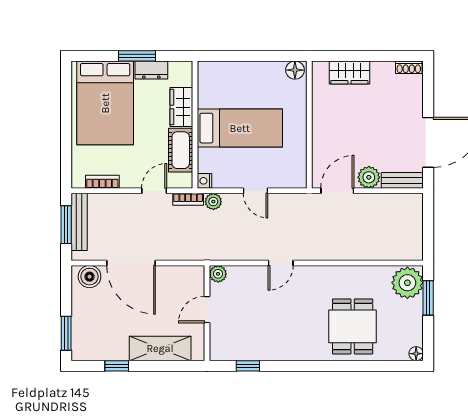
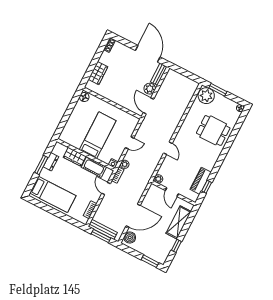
bed: (105, 103) -> (53, 194), width x0.67
piano: (253, 350) -> (201, 181), added

